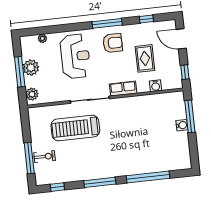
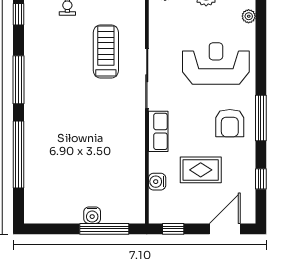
reception desk: (75, 56) -> (216, 63), turned 180
treadmill: (75, 128) -> (106, 52), width x0.73, depth x0.73

